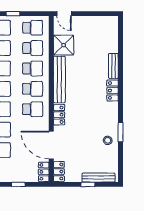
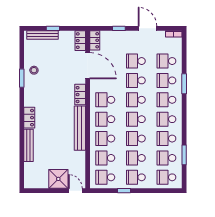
shower: (64, 45) -> (58, 179), moved
bench: (113, 66) -> (29, 145), width x1.36

